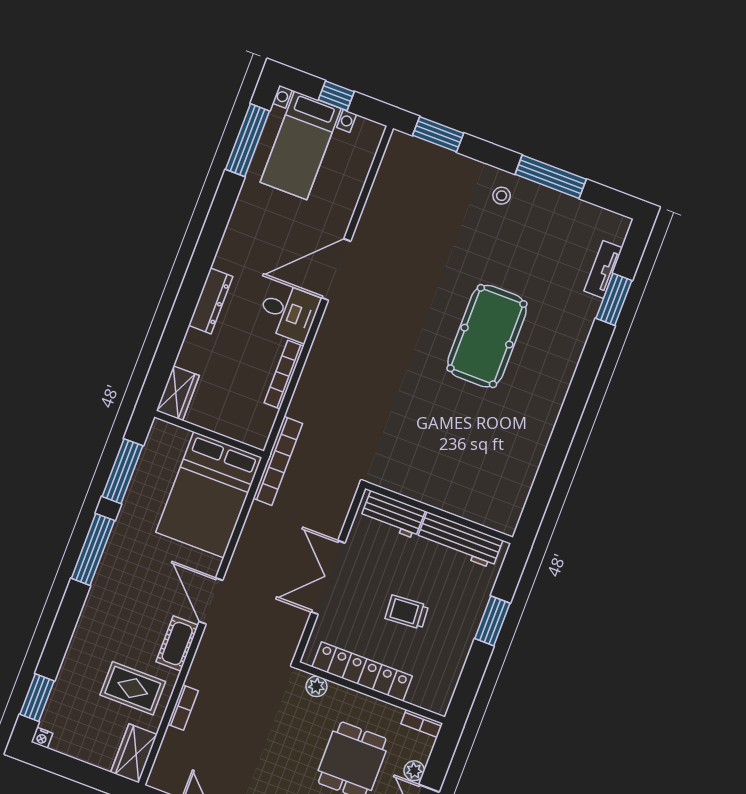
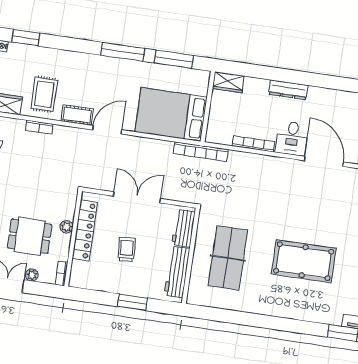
table tennis table: (455, 455) -> (228, 258), added
plant: (316, 686) -> (67, 227), moved

